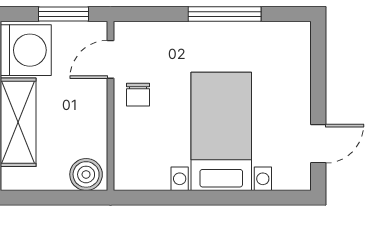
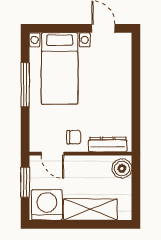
bed with nightstands: (221, 131) -> (60, 68), moved, turned -90
dresser: (126, 151) -> (108, 145), added

